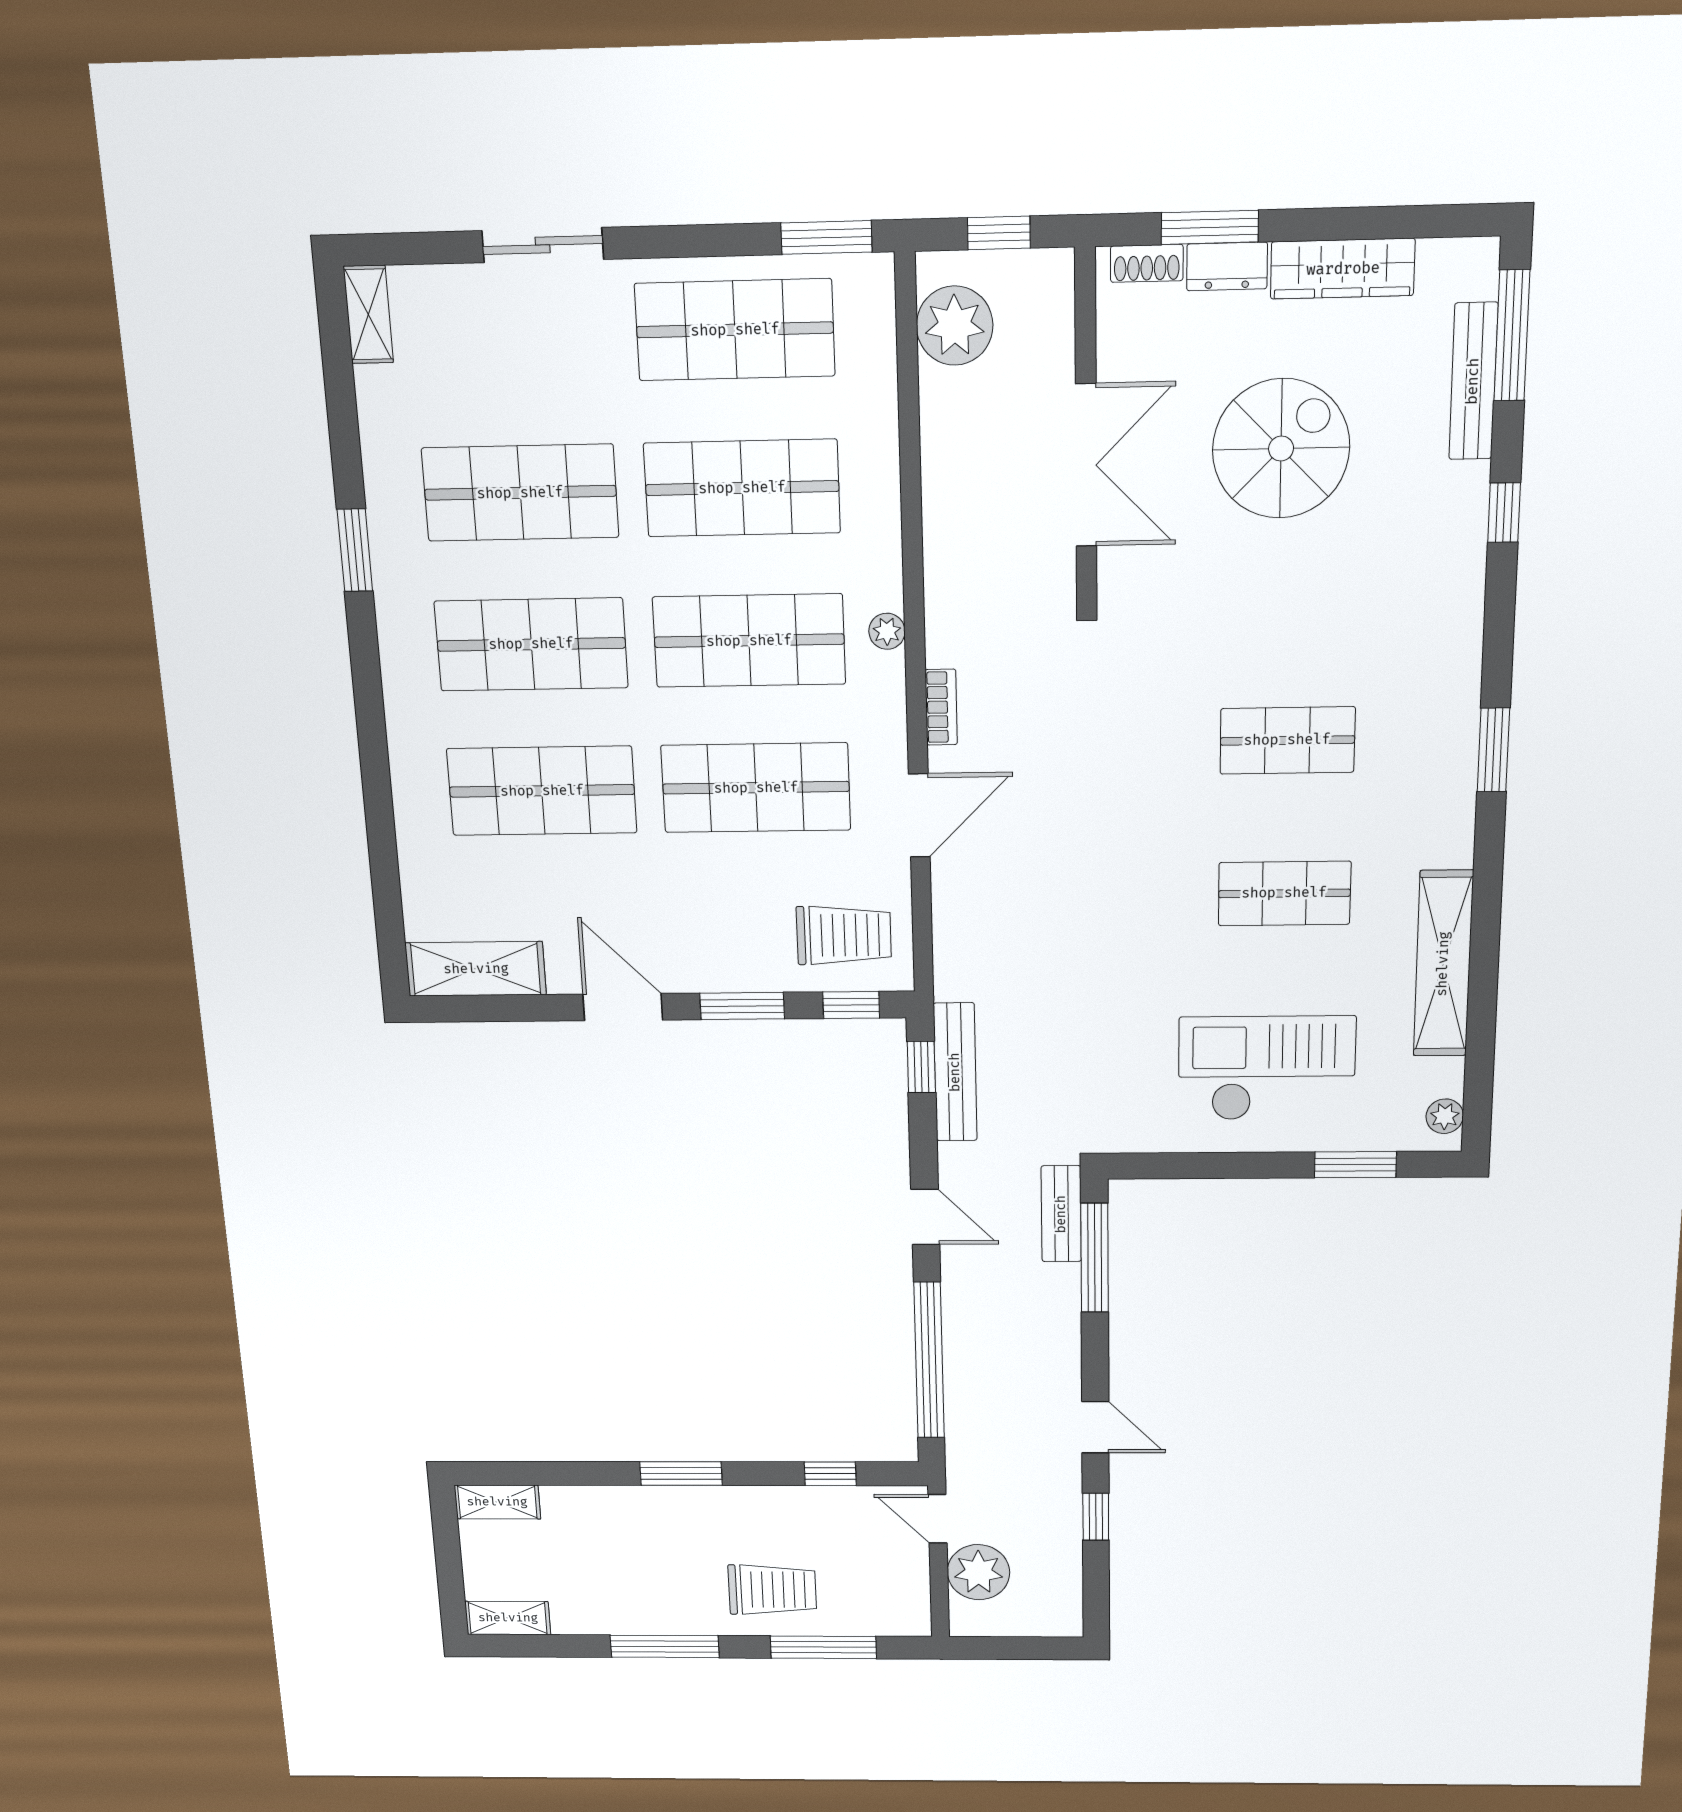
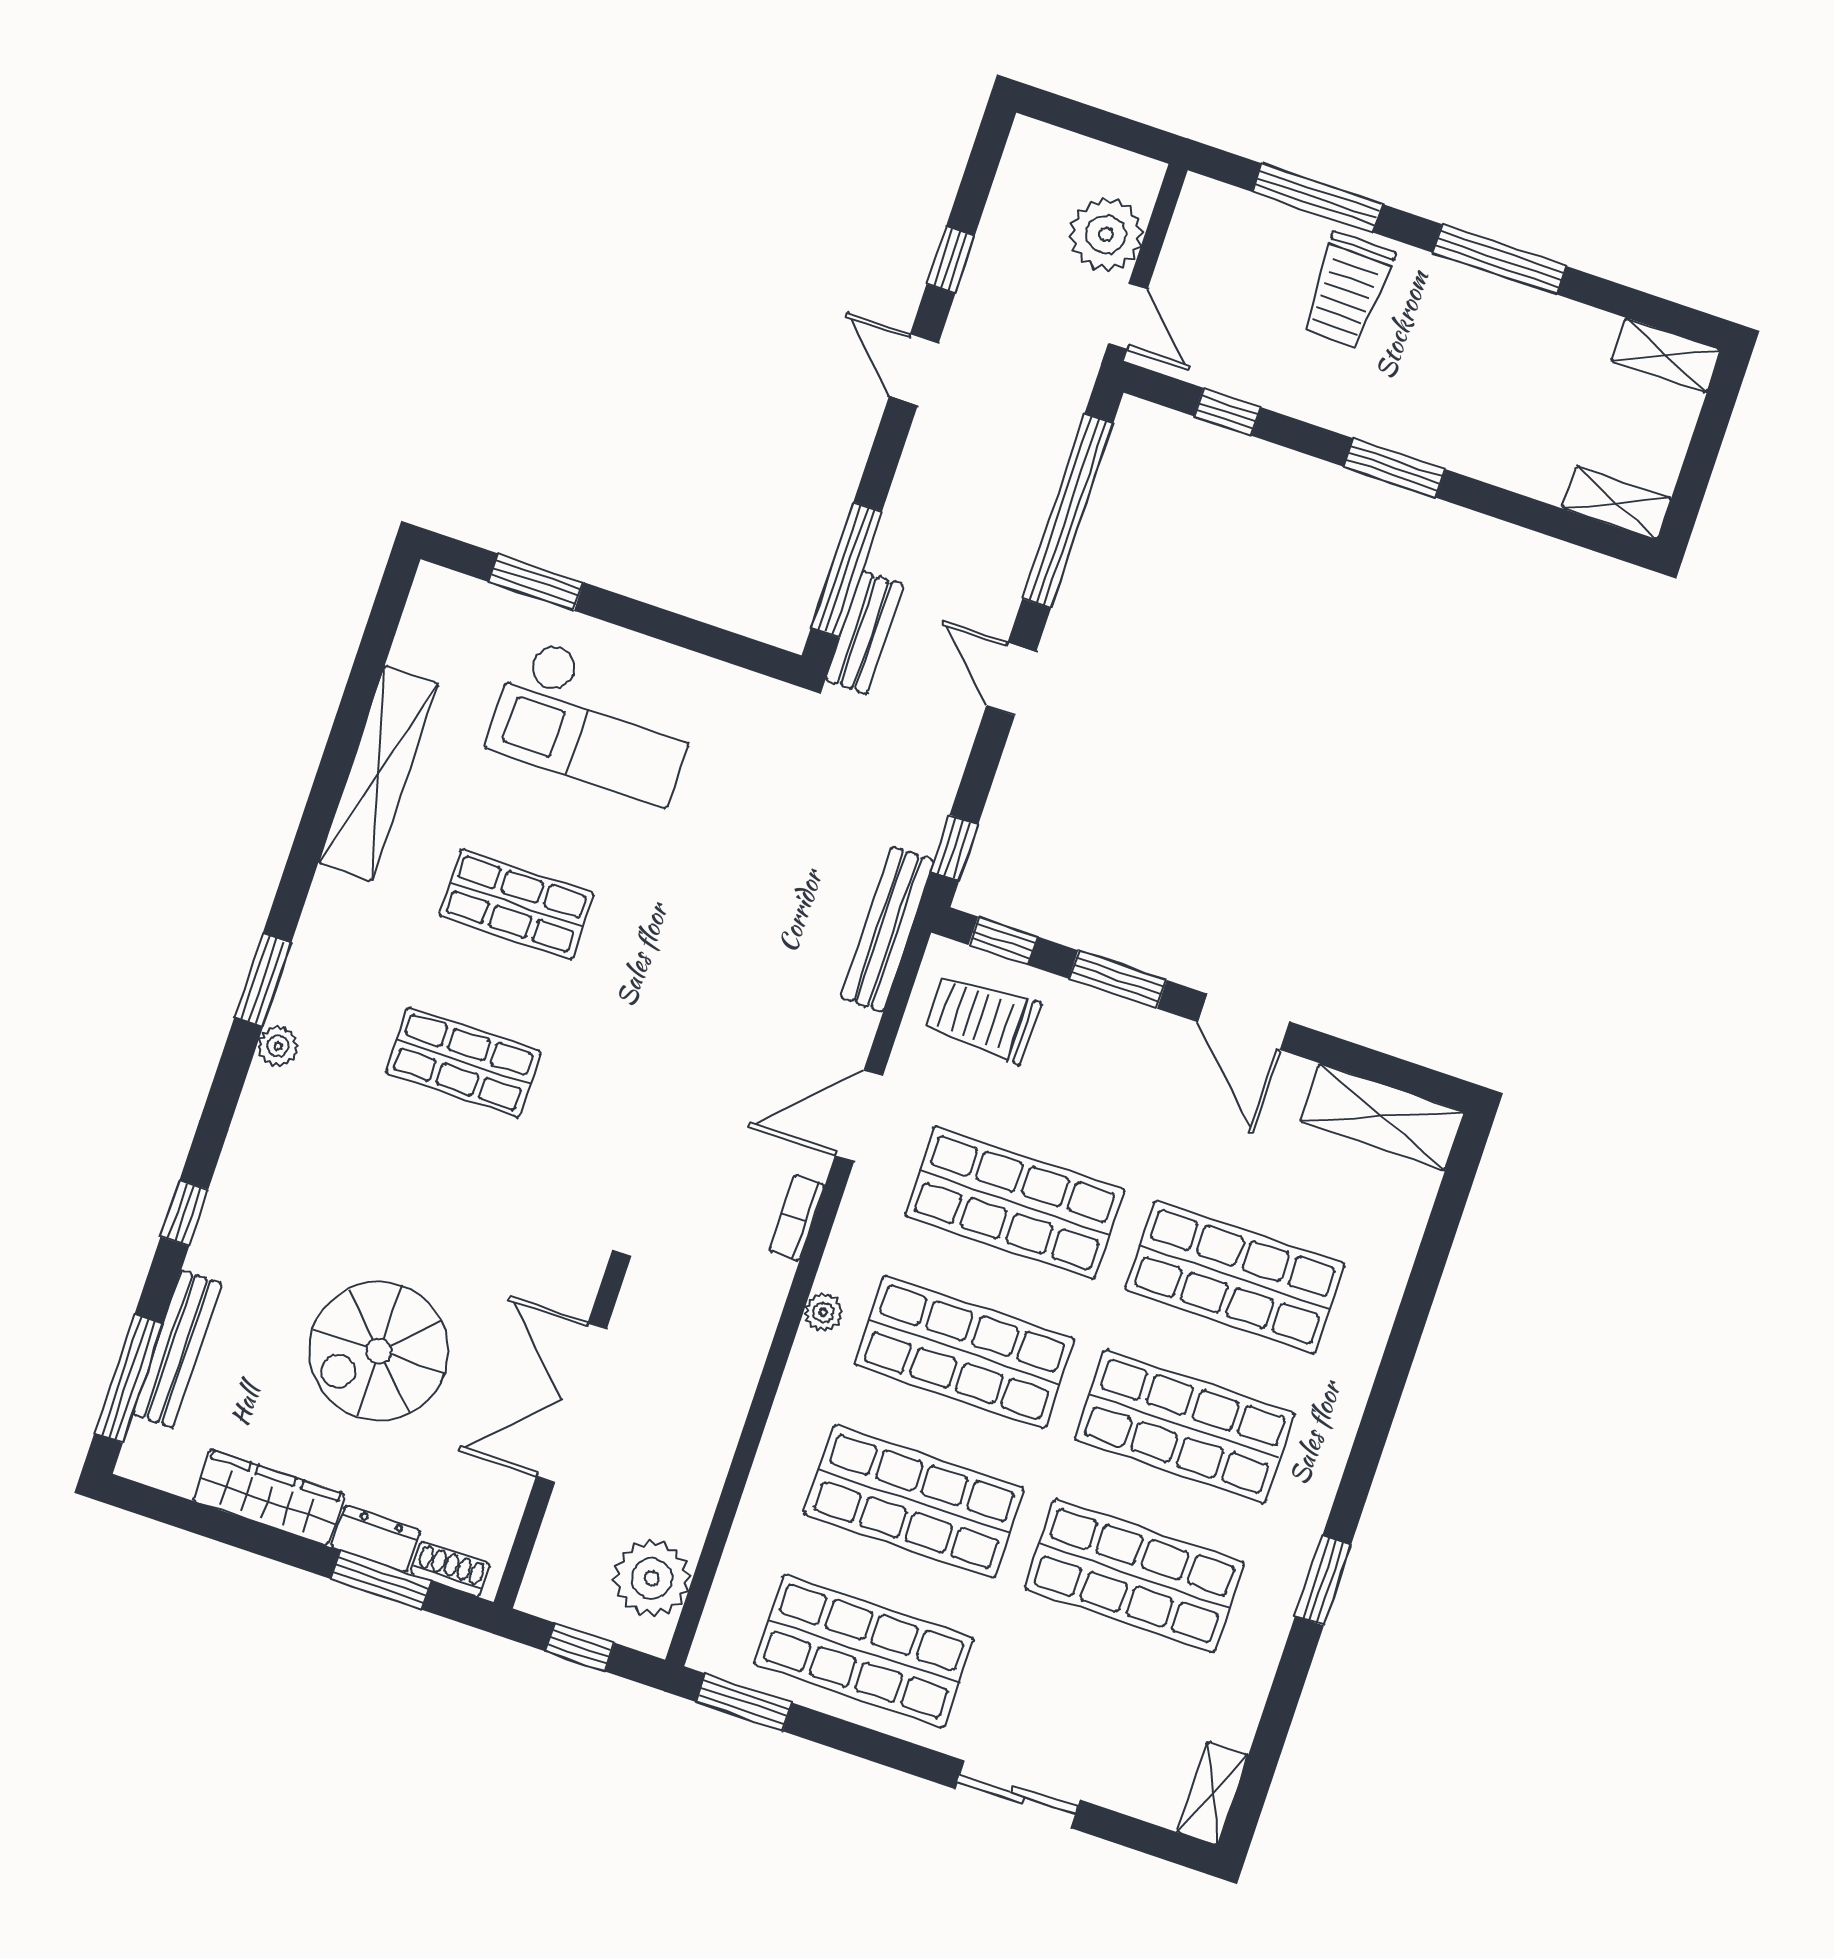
bench: (955, 1072) -> (887, 929), moved
plant: (1445, 1116) -> (278, 1046), moved
trolley: (772, 1590) -> (1348, 290), turned -89

